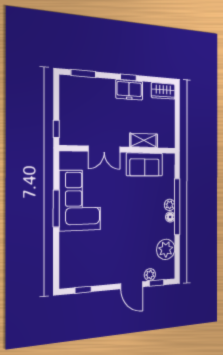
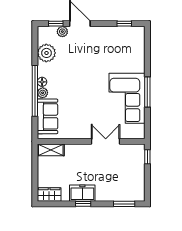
shelving: (144, 140) -> (51, 150), moved
sofa: (145, 164) -> (47, 116), moved, turned 90

